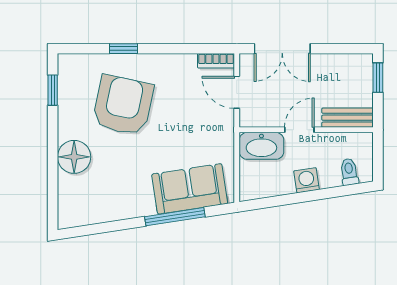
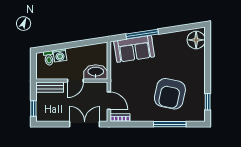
window: (123, 49) -> (170, 124), width x2.17
floor lamp: (74, 157) -> (196, 40), moved
washing machine: (307, 180) -> (60, 55), moved

